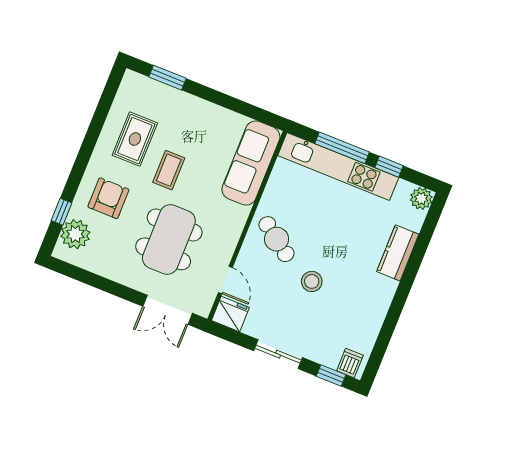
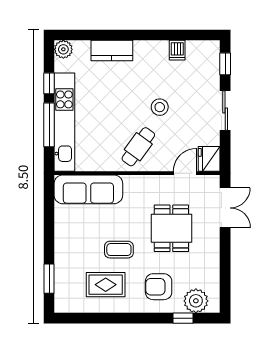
dining table: (169, 239) -> (171, 228), width x0.73
dishwasher: (350, 363) -> (177, 50), moved, turned -90

